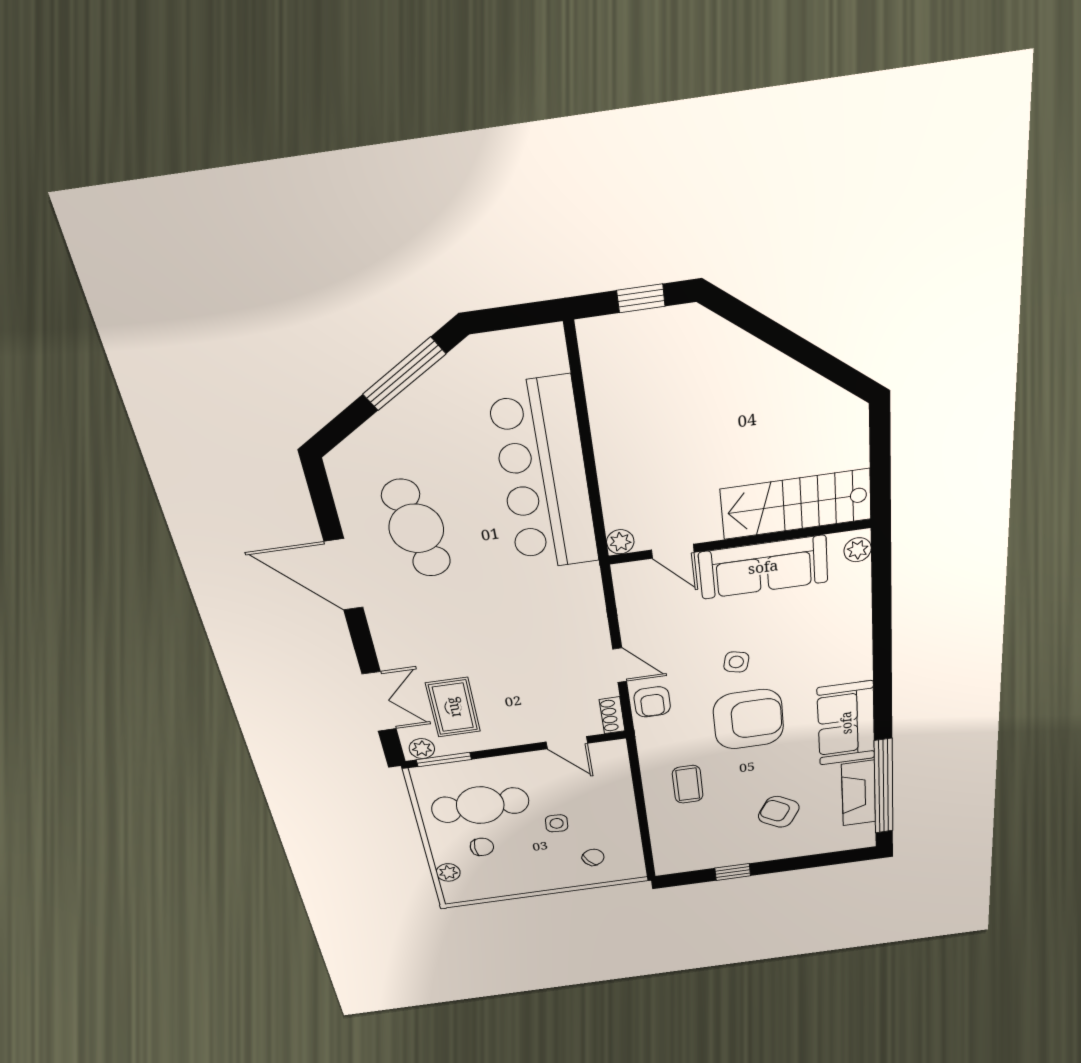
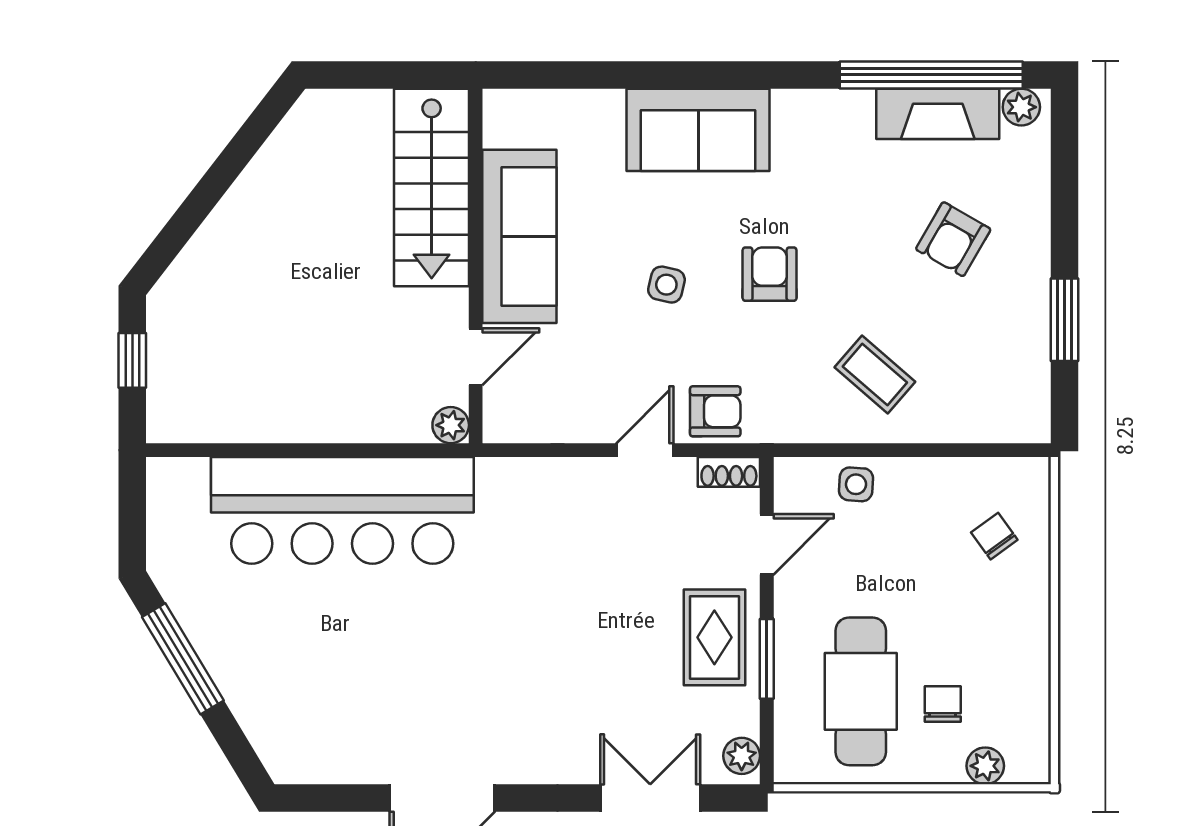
cafe table: (416, 528) -> (390, 688), removed
plant: (858, 550) -> (1021, 107), moved
rug: (453, 707) -> (714, 637), moved, turned 90
armchair: (748, 719) -> (770, 274), width x0.53, depth x0.53
sofa: (846, 723) -> (698, 130), moved
window: (444, 760) -> (767, 659), moved
coffee table: (688, 784) -> (875, 374), turned 41
side table: (557, 823) -> (856, 484), moved
window: (733, 872) -> (1065, 320), width x1.50

